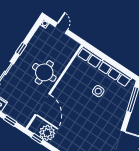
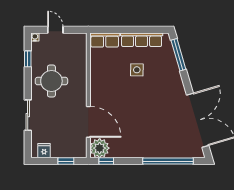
window: (21, 49) -> (28, 59), moved
round table: (44, 72) -> (51, 81), moved
plant: (47, 133) -> (100, 148), moved

